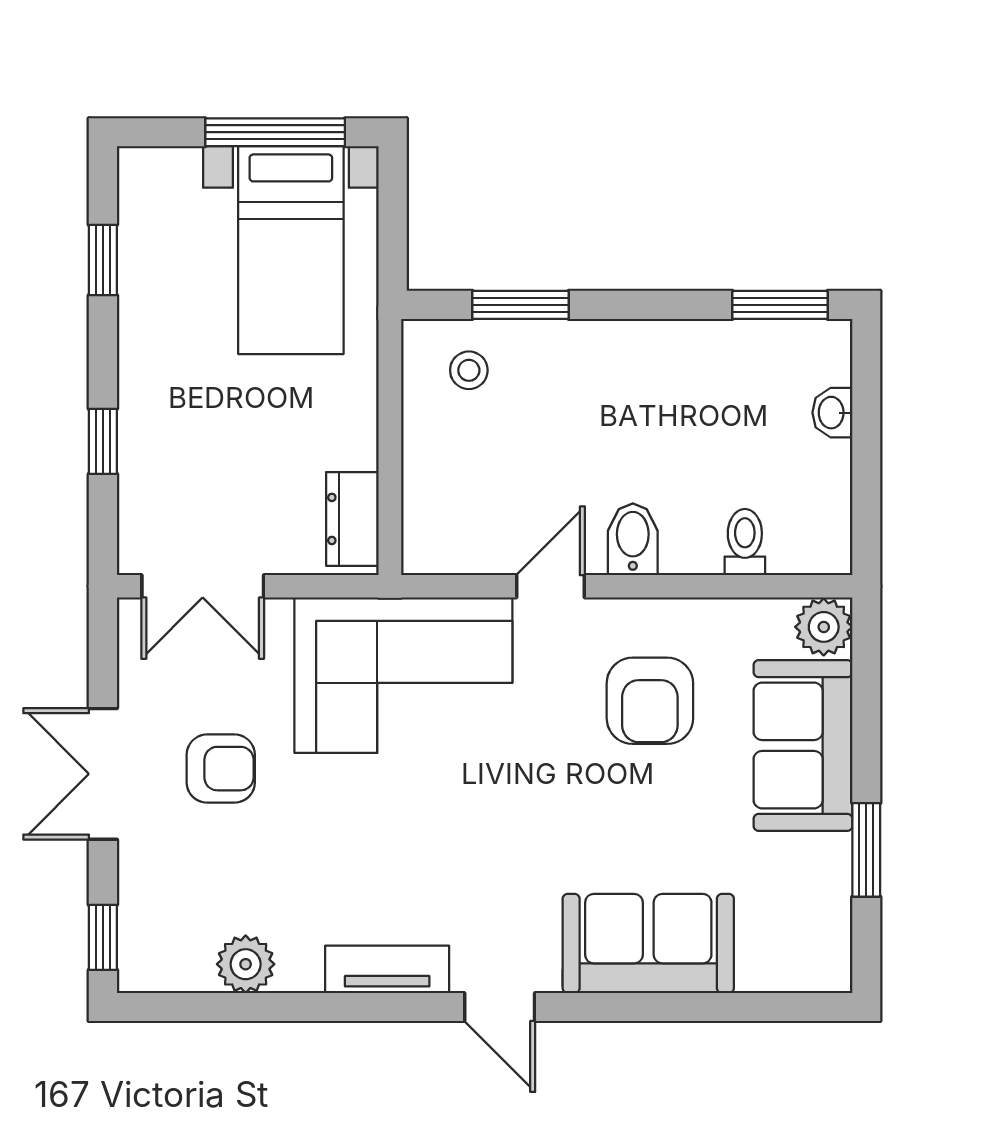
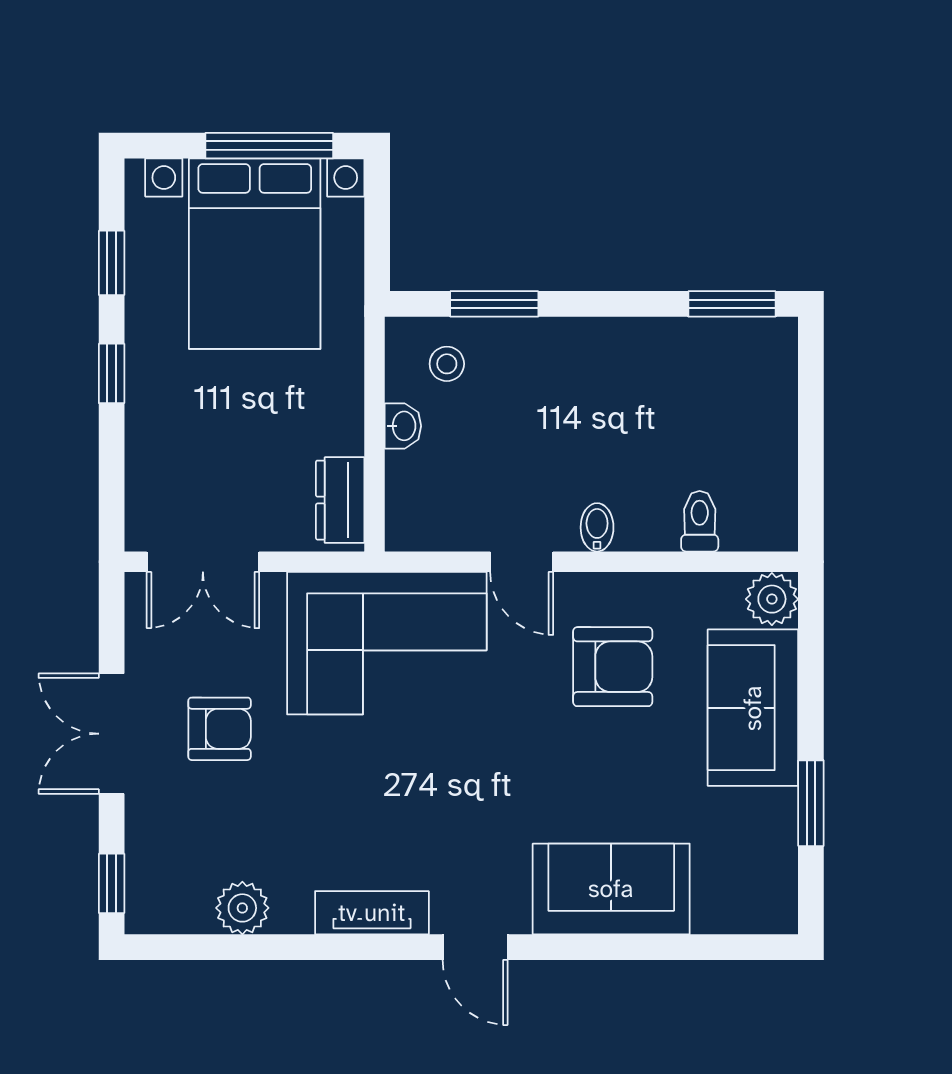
bed with nightstands: (291, 250) -> (255, 254), width x1.36
washbasin: (832, 413) -> (403, 426), moved, turned 180
window: (103, 441) -> (112, 373), moved
bidet: (633, 539) -> (597, 527), width x0.72, depth x0.74
door: (551, 586) -> (522, 562), swing flipped
armchair: (650, 701) -> (613, 667), turned -90

